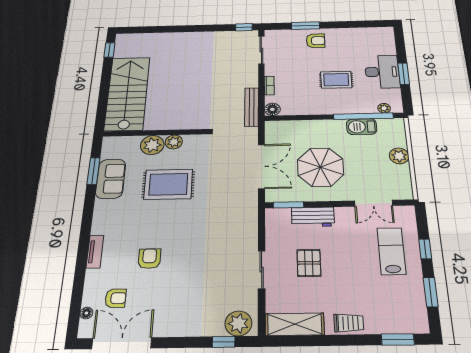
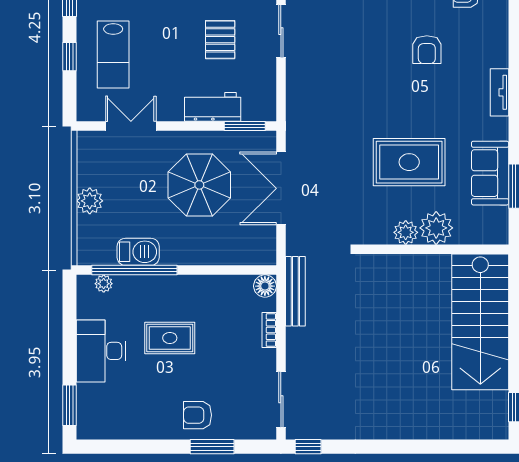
window: (404, 74) -> (69, 405), moved
tv unit: (95, 252) -> (500, 92), moved

